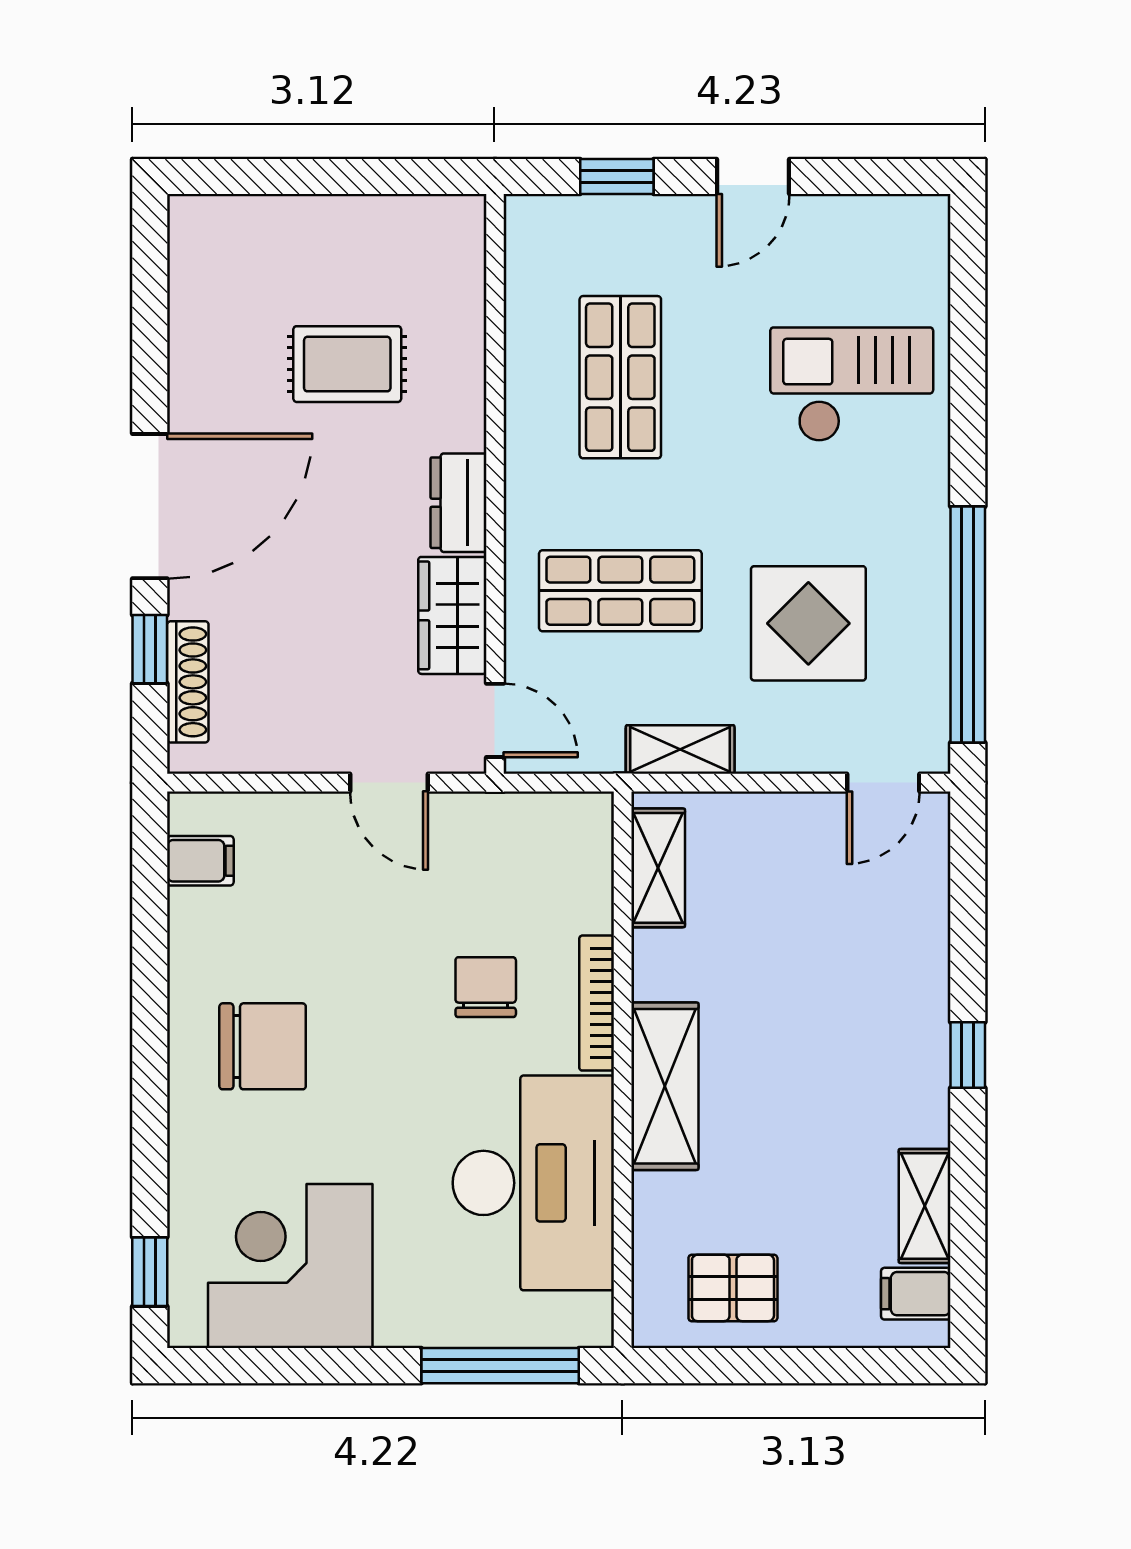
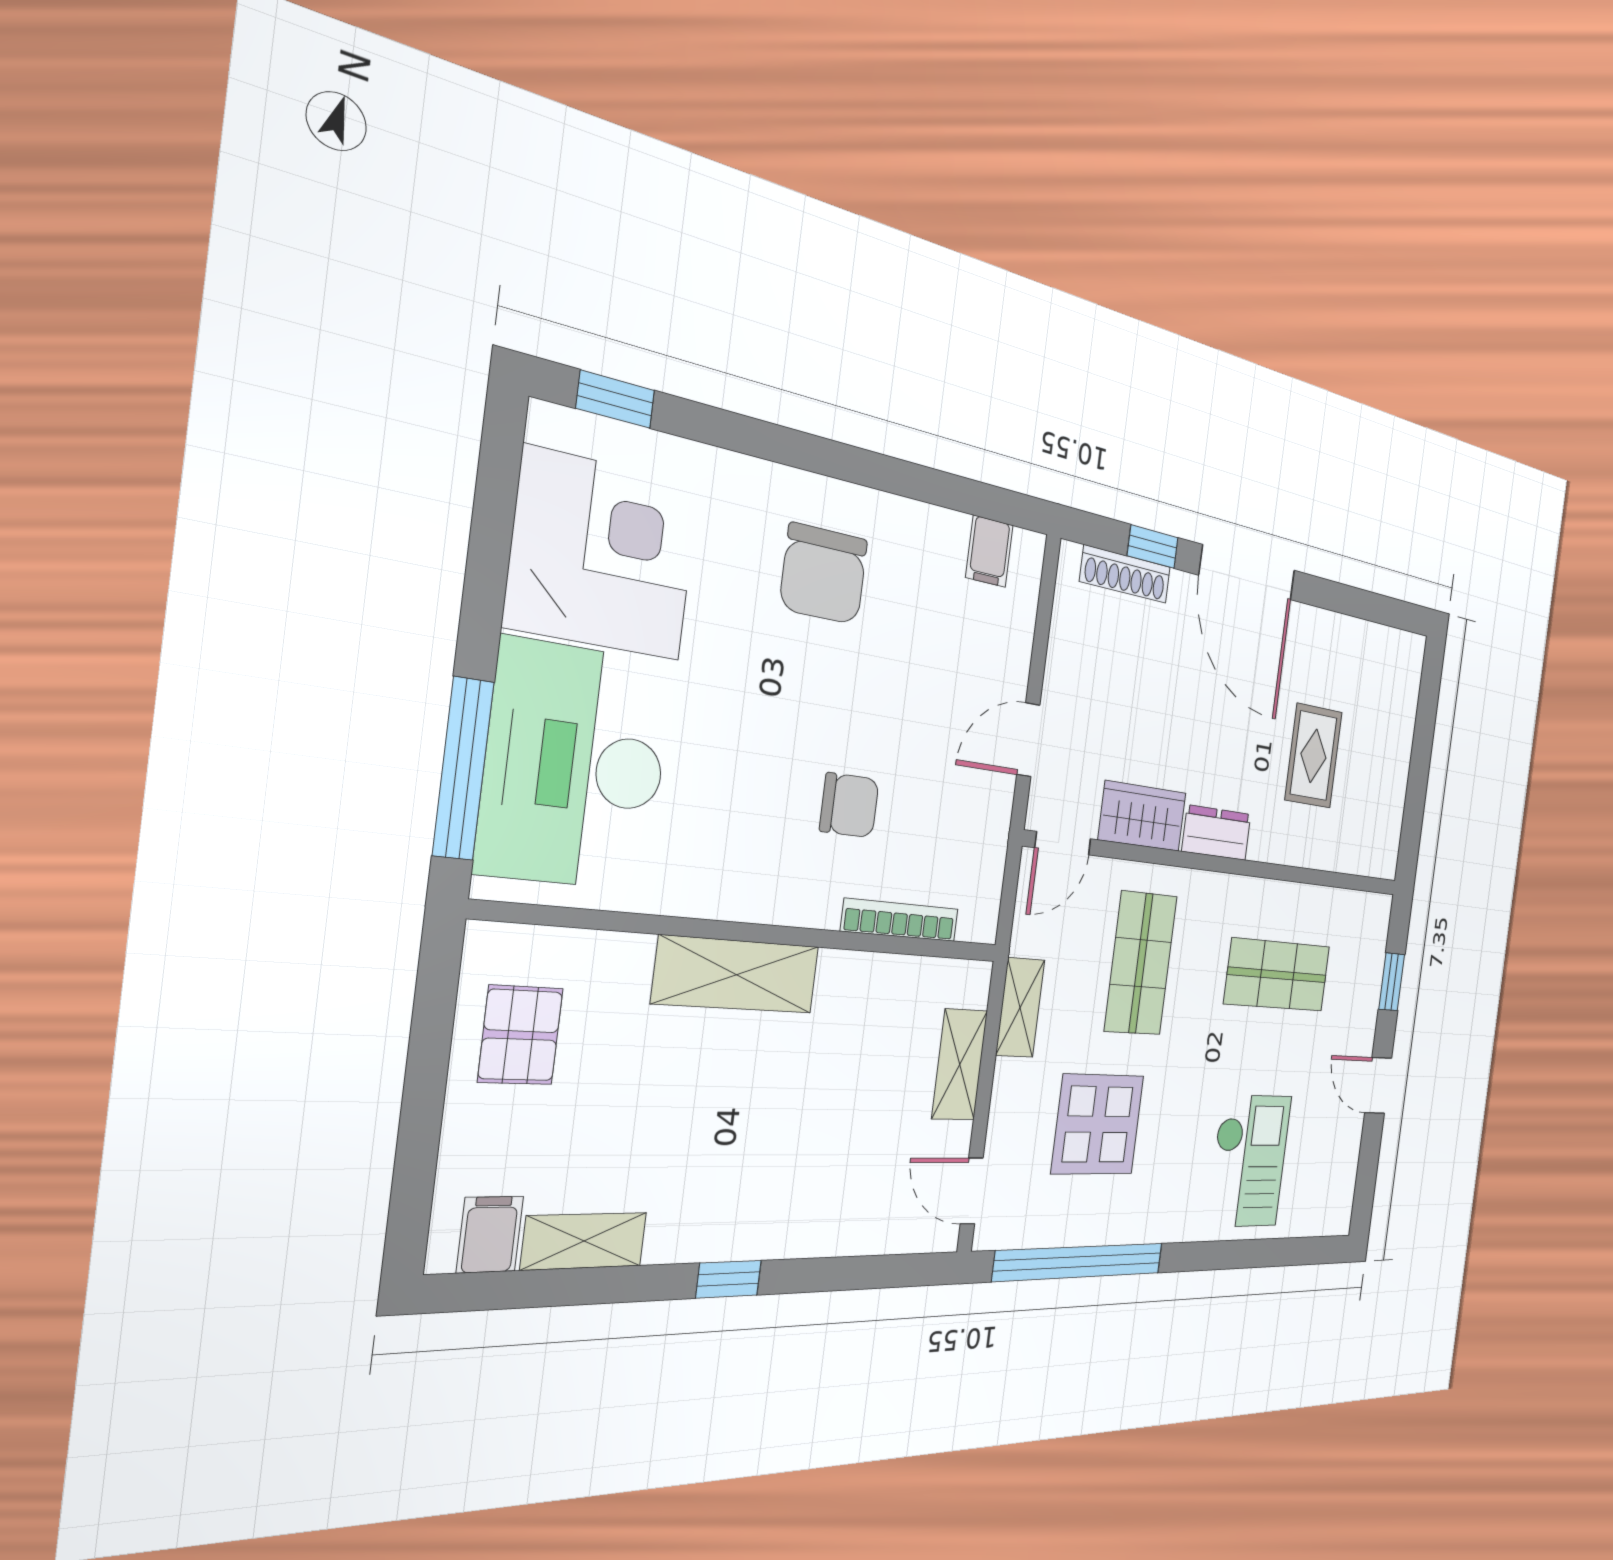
shelving: (658, 868) -> (960, 1065), moved, turned 90
bookcase: (597, 1003) -> (900, 920), moved
desk: (533, 1183) -> (575, 766), moved, turned 90

